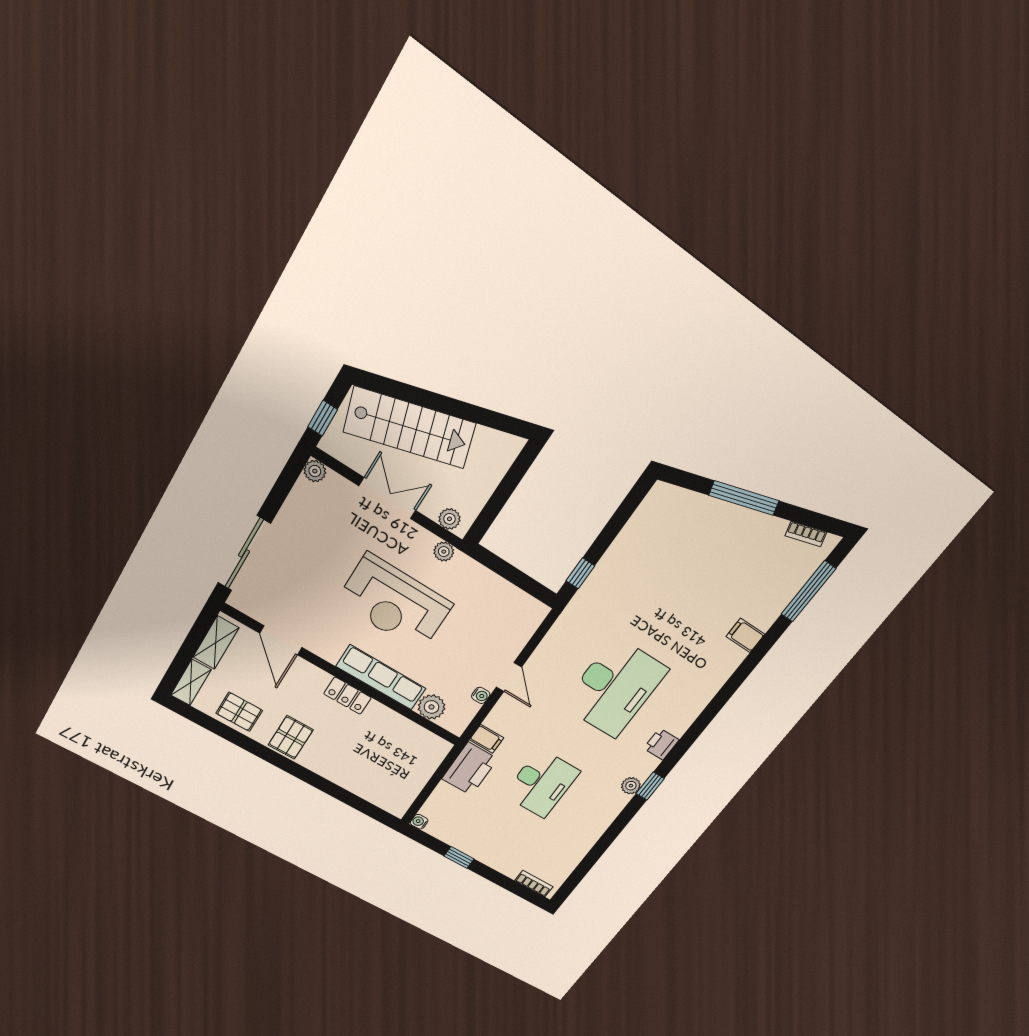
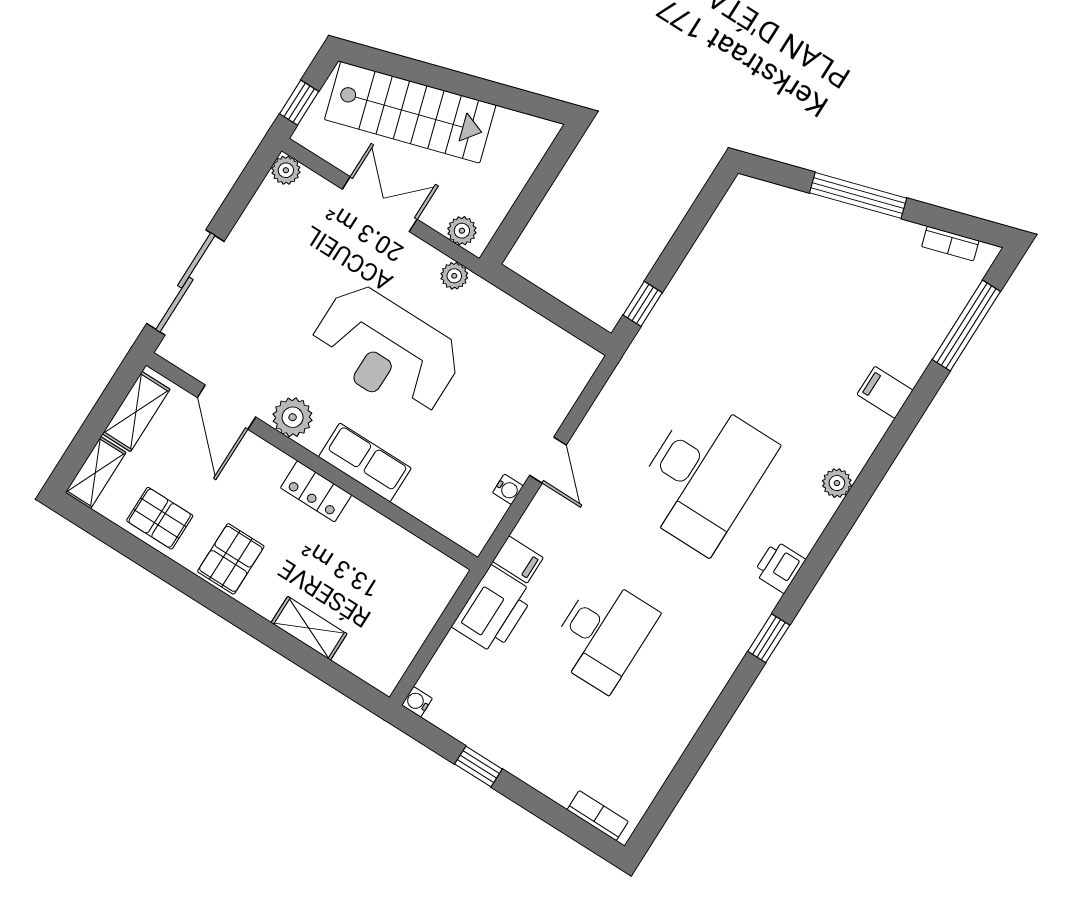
row of seats: (381, 677) -> (365, 462), width x0.68
plant: (432, 707) -> (293, 417), moved
shelving: (346, 779) -> (309, 628), added
plant: (631, 786) -> (837, 483), moved

